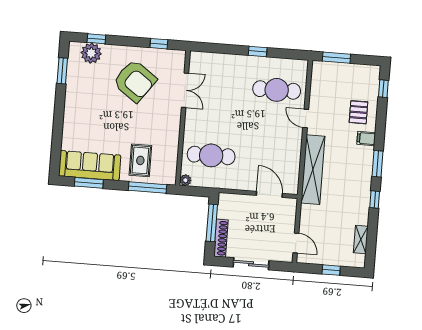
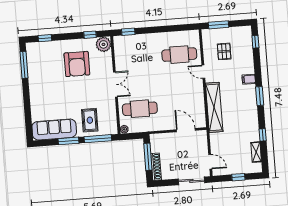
window: (258, 51) -> (128, 32), moved
plant: (91, 53) -> (103, 44), moved
window: (62, 71) -> (24, 65), width x1.44
armchair: (135, 81) -> (77, 64), turned 54
double door: (185, 90) -> (115, 84), moved
pallet: (358, 112) -> (224, 51), moved
window: (89, 183) -> (69, 141), moved
window: (375, 200) -> (263, 135), moved
sliding door: (251, 264) -> (191, 181), moved

